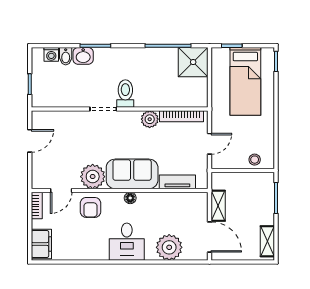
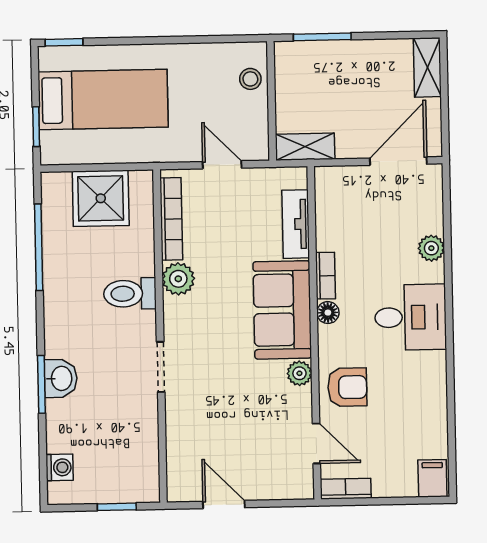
bidet: (66, 56) -> (63, 440), removed
washbasin: (83, 56) -> (61, 378), moved
shower: (193, 62) -> (101, 198), moved
toilet: (125, 93) -> (130, 294), moved
plant: (93, 177) -> (299, 373), width x0.53, depth x0.53
bookcase: (150, 197) -> (325, 276), added
shelving: (218, 206) -> (305, 147), moved
shelving: (267, 241) -> (427, 67), moved, turned 90
filing cabinet: (41, 244) -> (432, 478), width x0.50
plant: (169, 247) -> (431, 248), width x0.53, depth x0.53

